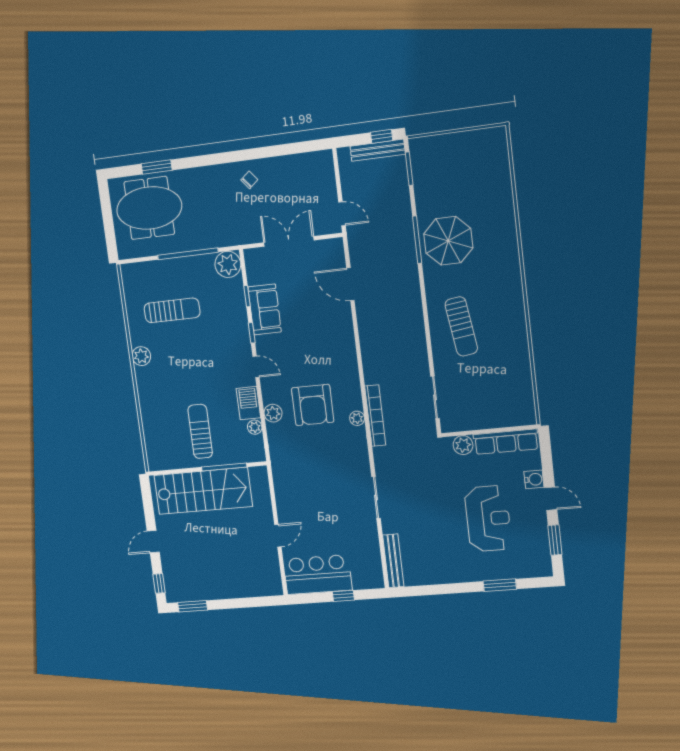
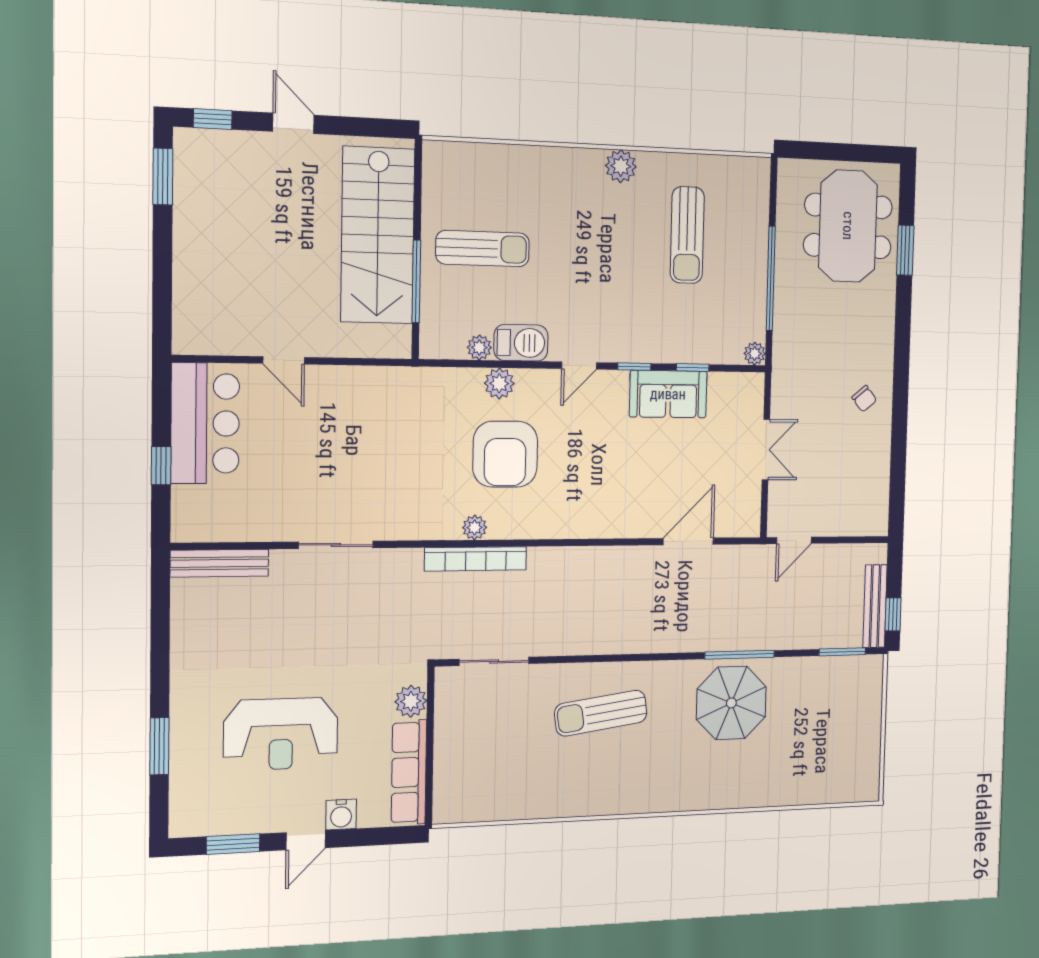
double door: (289, 241) -> (766, 450), width x0.73
plant: (228, 264) -> (755, 354), width x0.53, depth x0.53
armchair: (313, 405) -> (505, 454), turned -90

